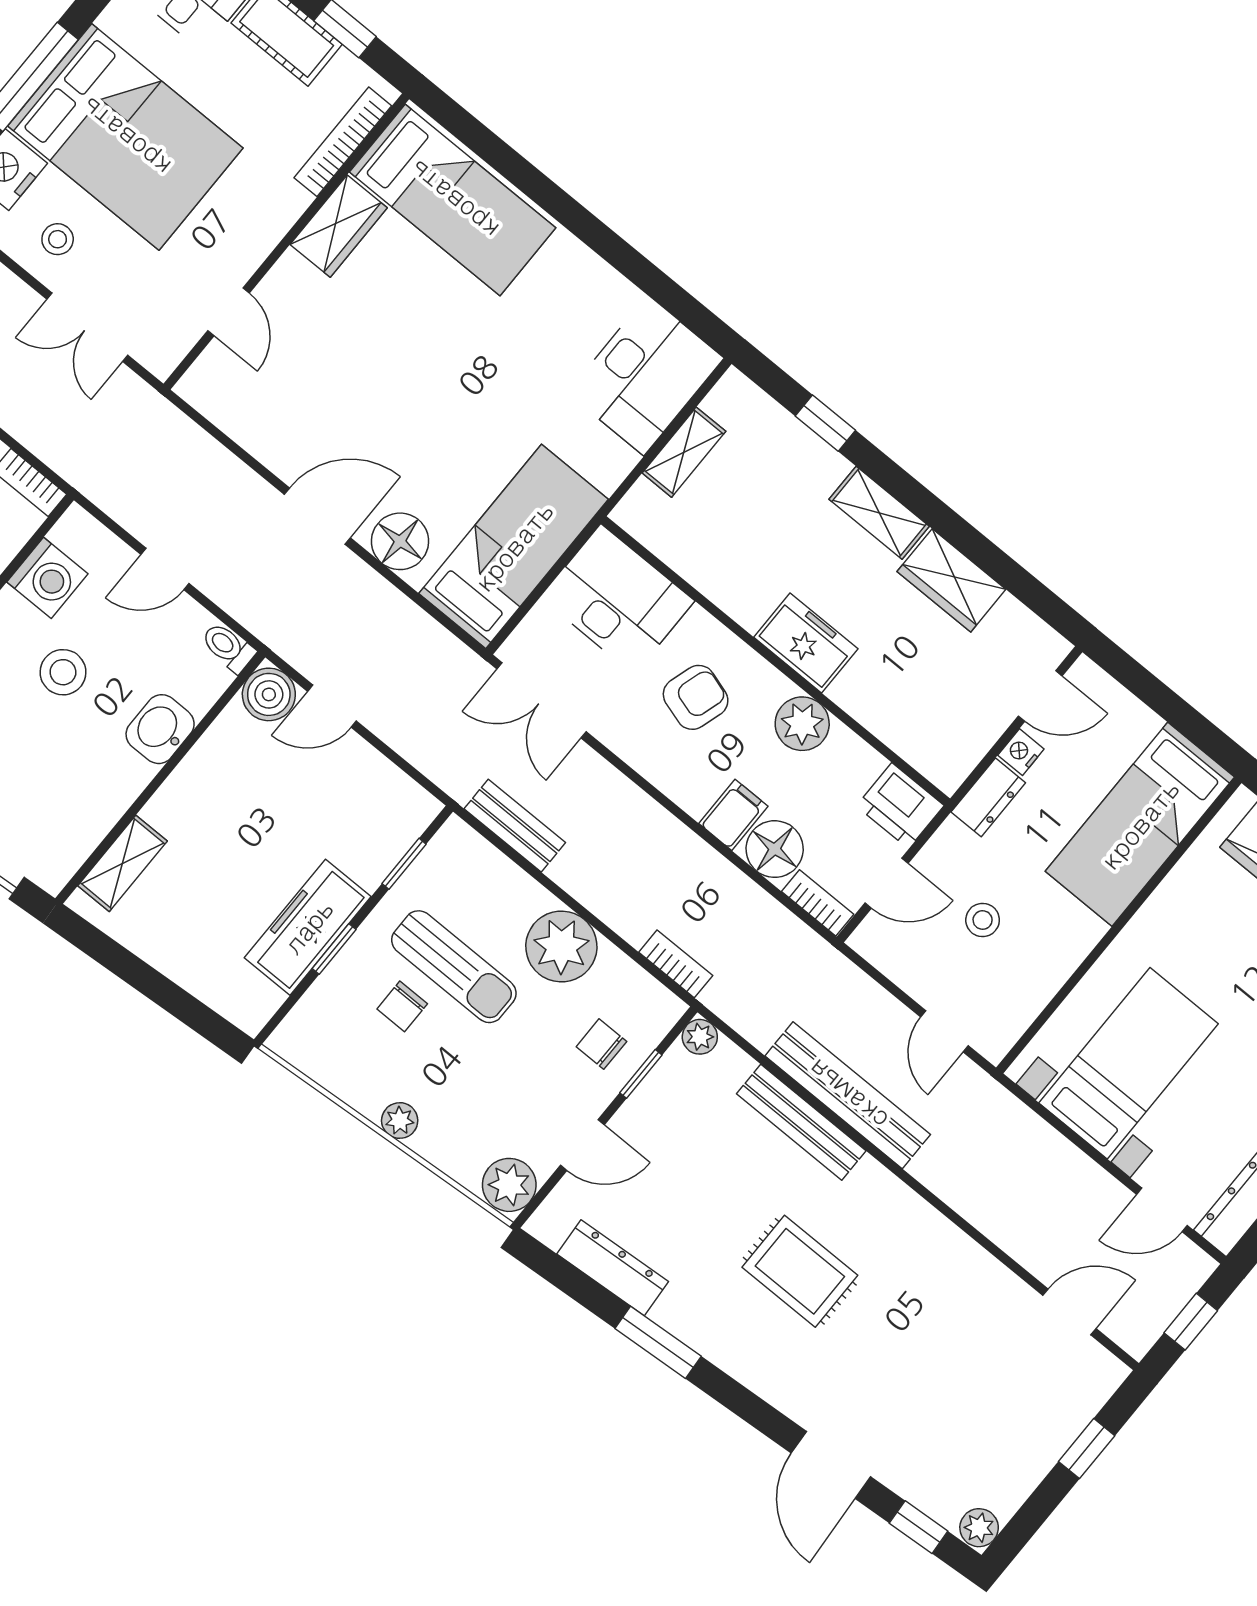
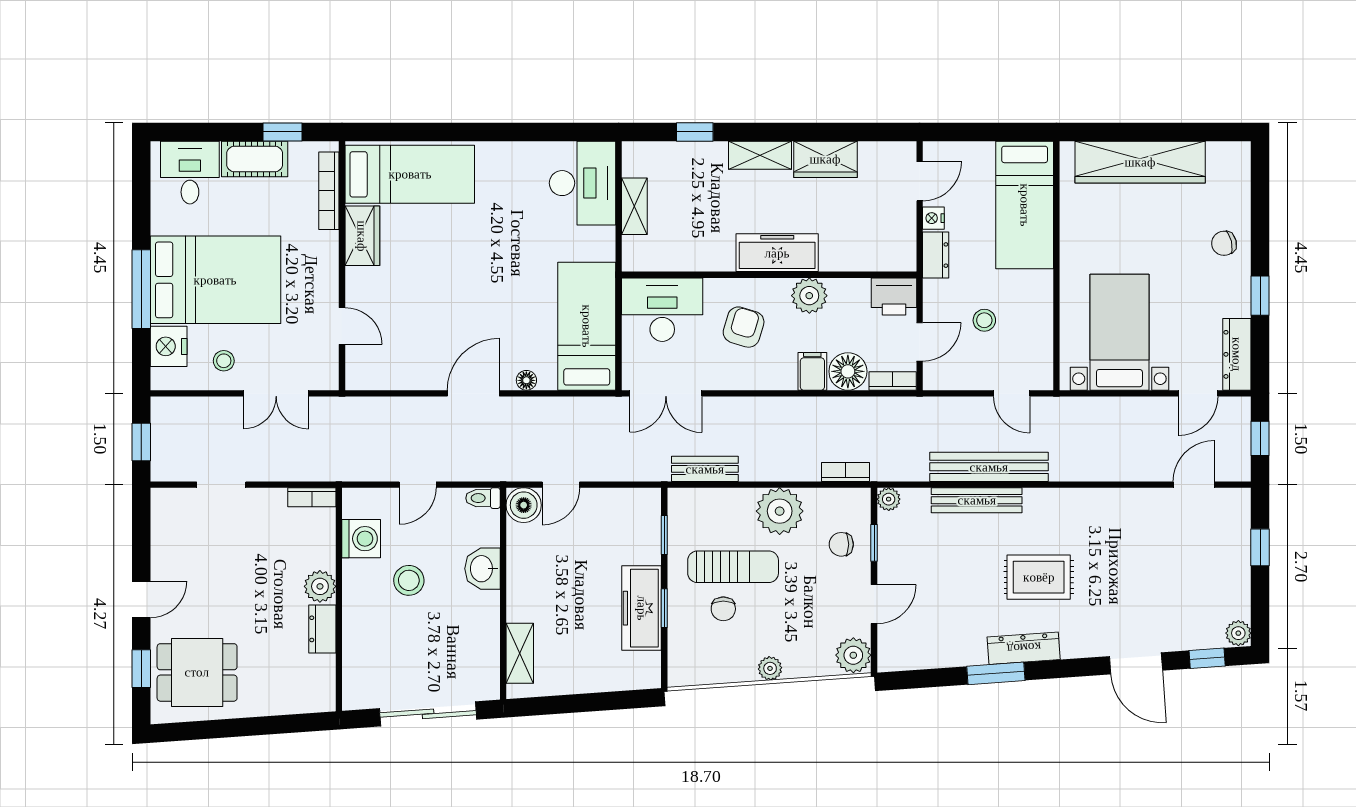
floor lamp: (400, 541) -> (526, 380), width x0.53, depth x0.53
freezer: (806, 643) -> (777, 253), width x1.40
dresser: (613, 1268) -> (1024, 648), moved

